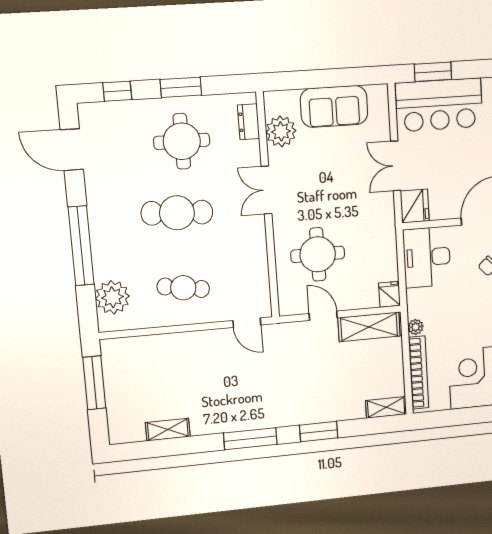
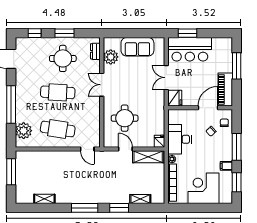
desk: (427, 257) -> (180, 139), moved
cafe table: (183, 288) -> (58, 129), width x1.37, depth x1.35
shelving: (386, 407) -> (140, 199), moved

